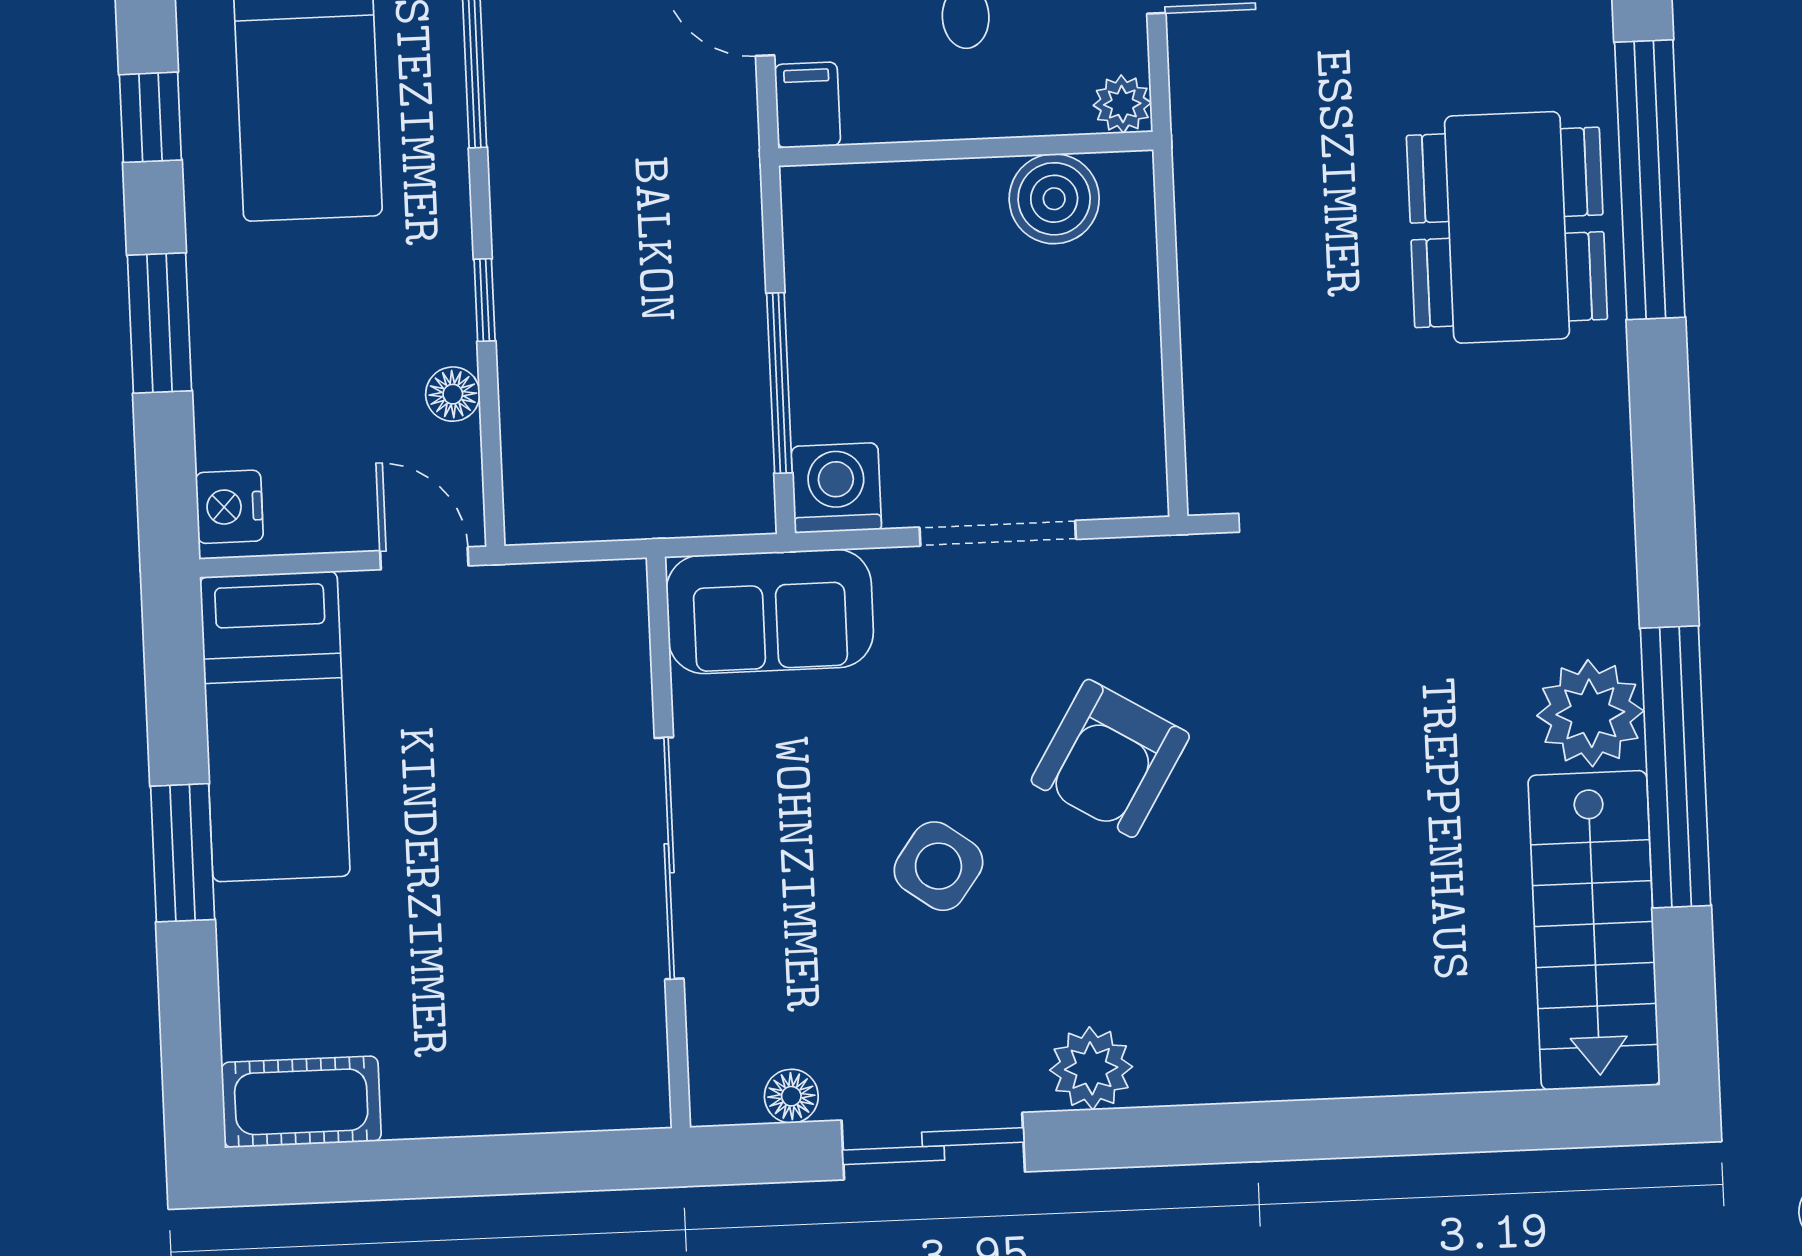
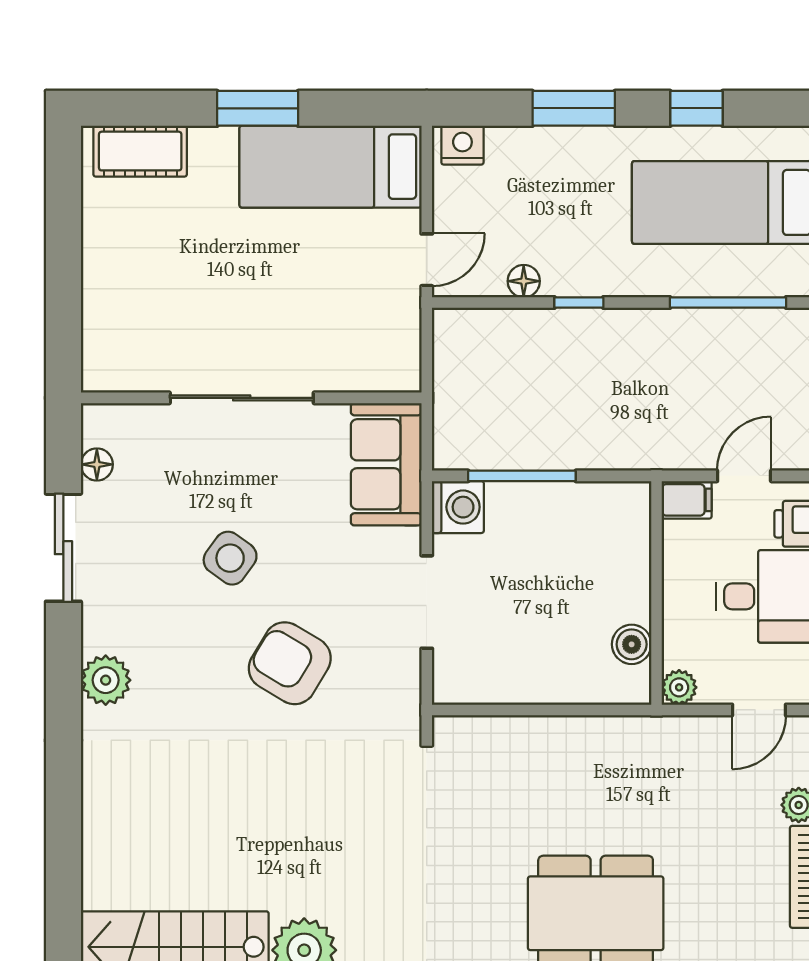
boiler: (1054, 199) -> (632, 644), width x0.73, depth x0.73
plant: (1091, 1068) -> (106, 680), moved
cot: (301, 1102) -> (140, 151), moved, turned 90

